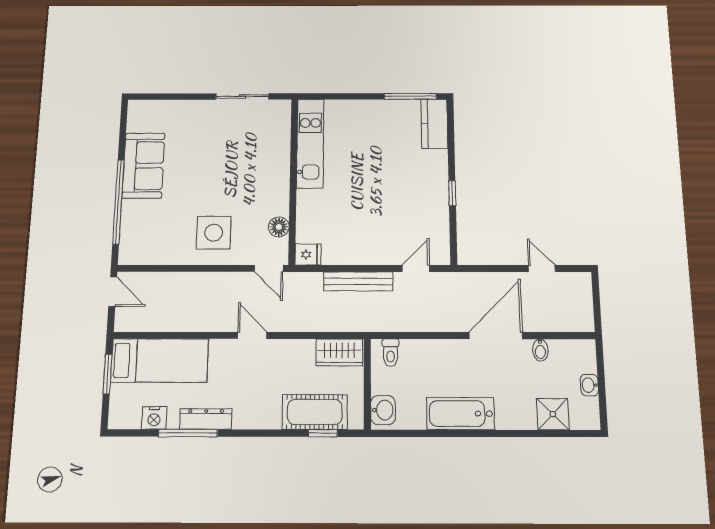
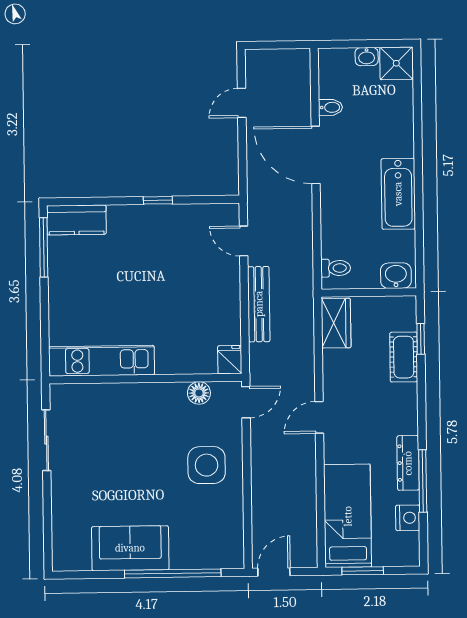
cot: (315, 412) -> (404, 357), width x0.73, depth x0.75
shower: (553, 414) -> (396, 63), moved

